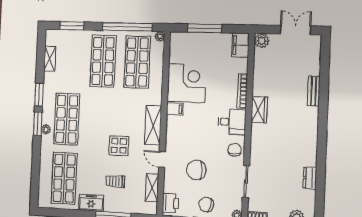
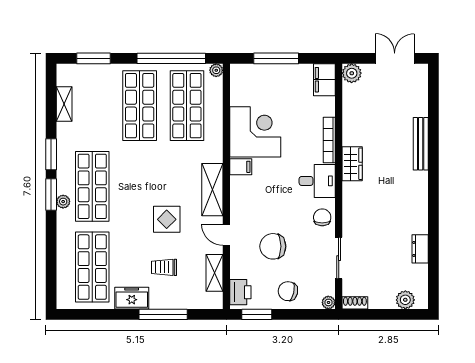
bench: (314, 91) -> (421, 144), width x1.36

